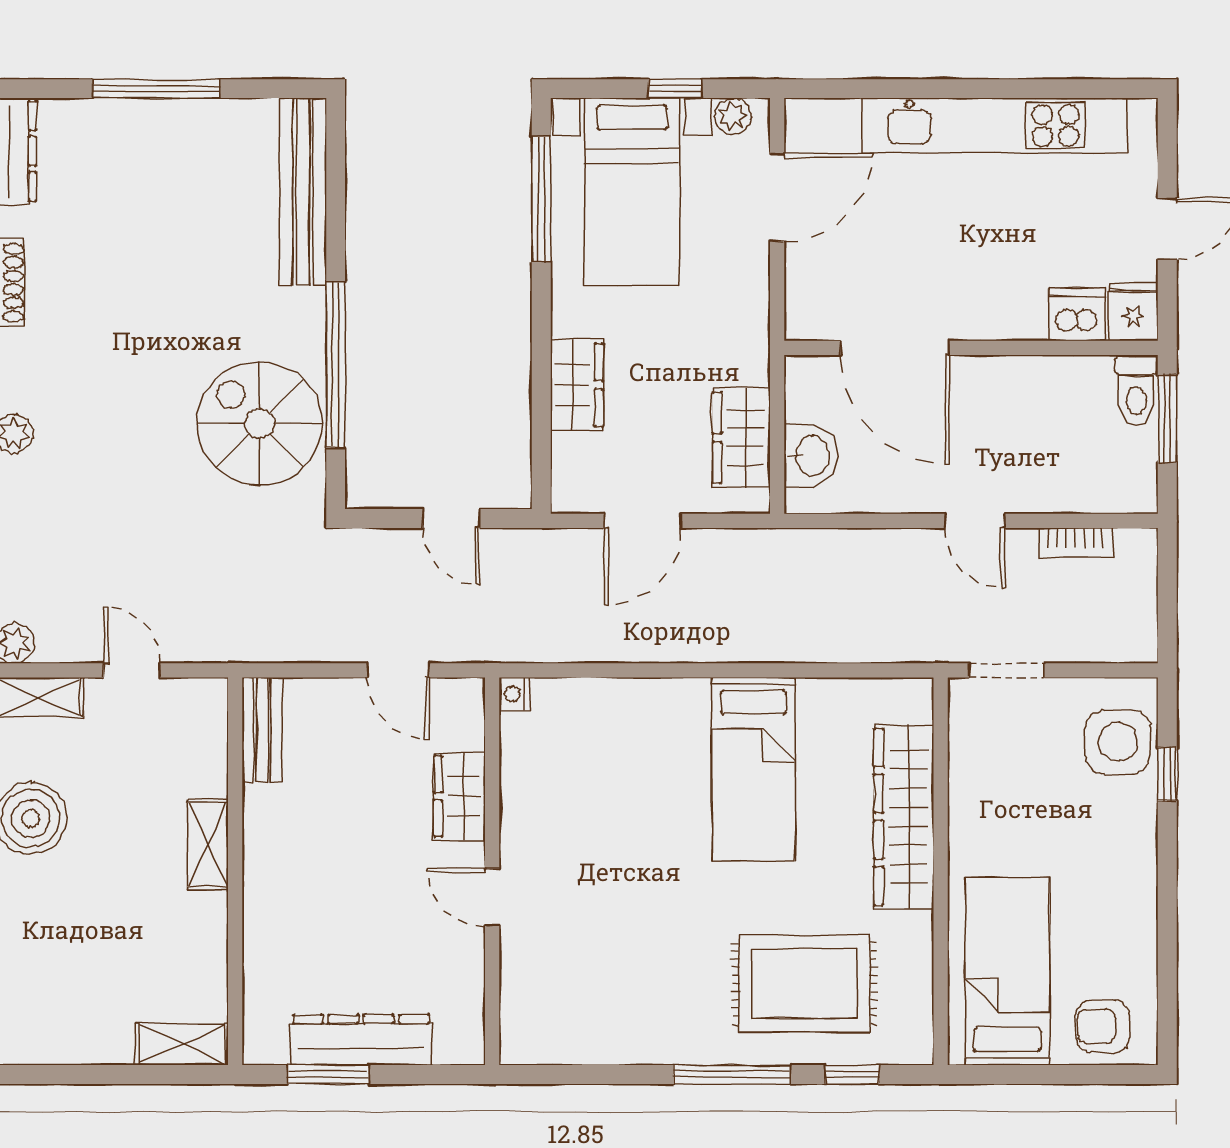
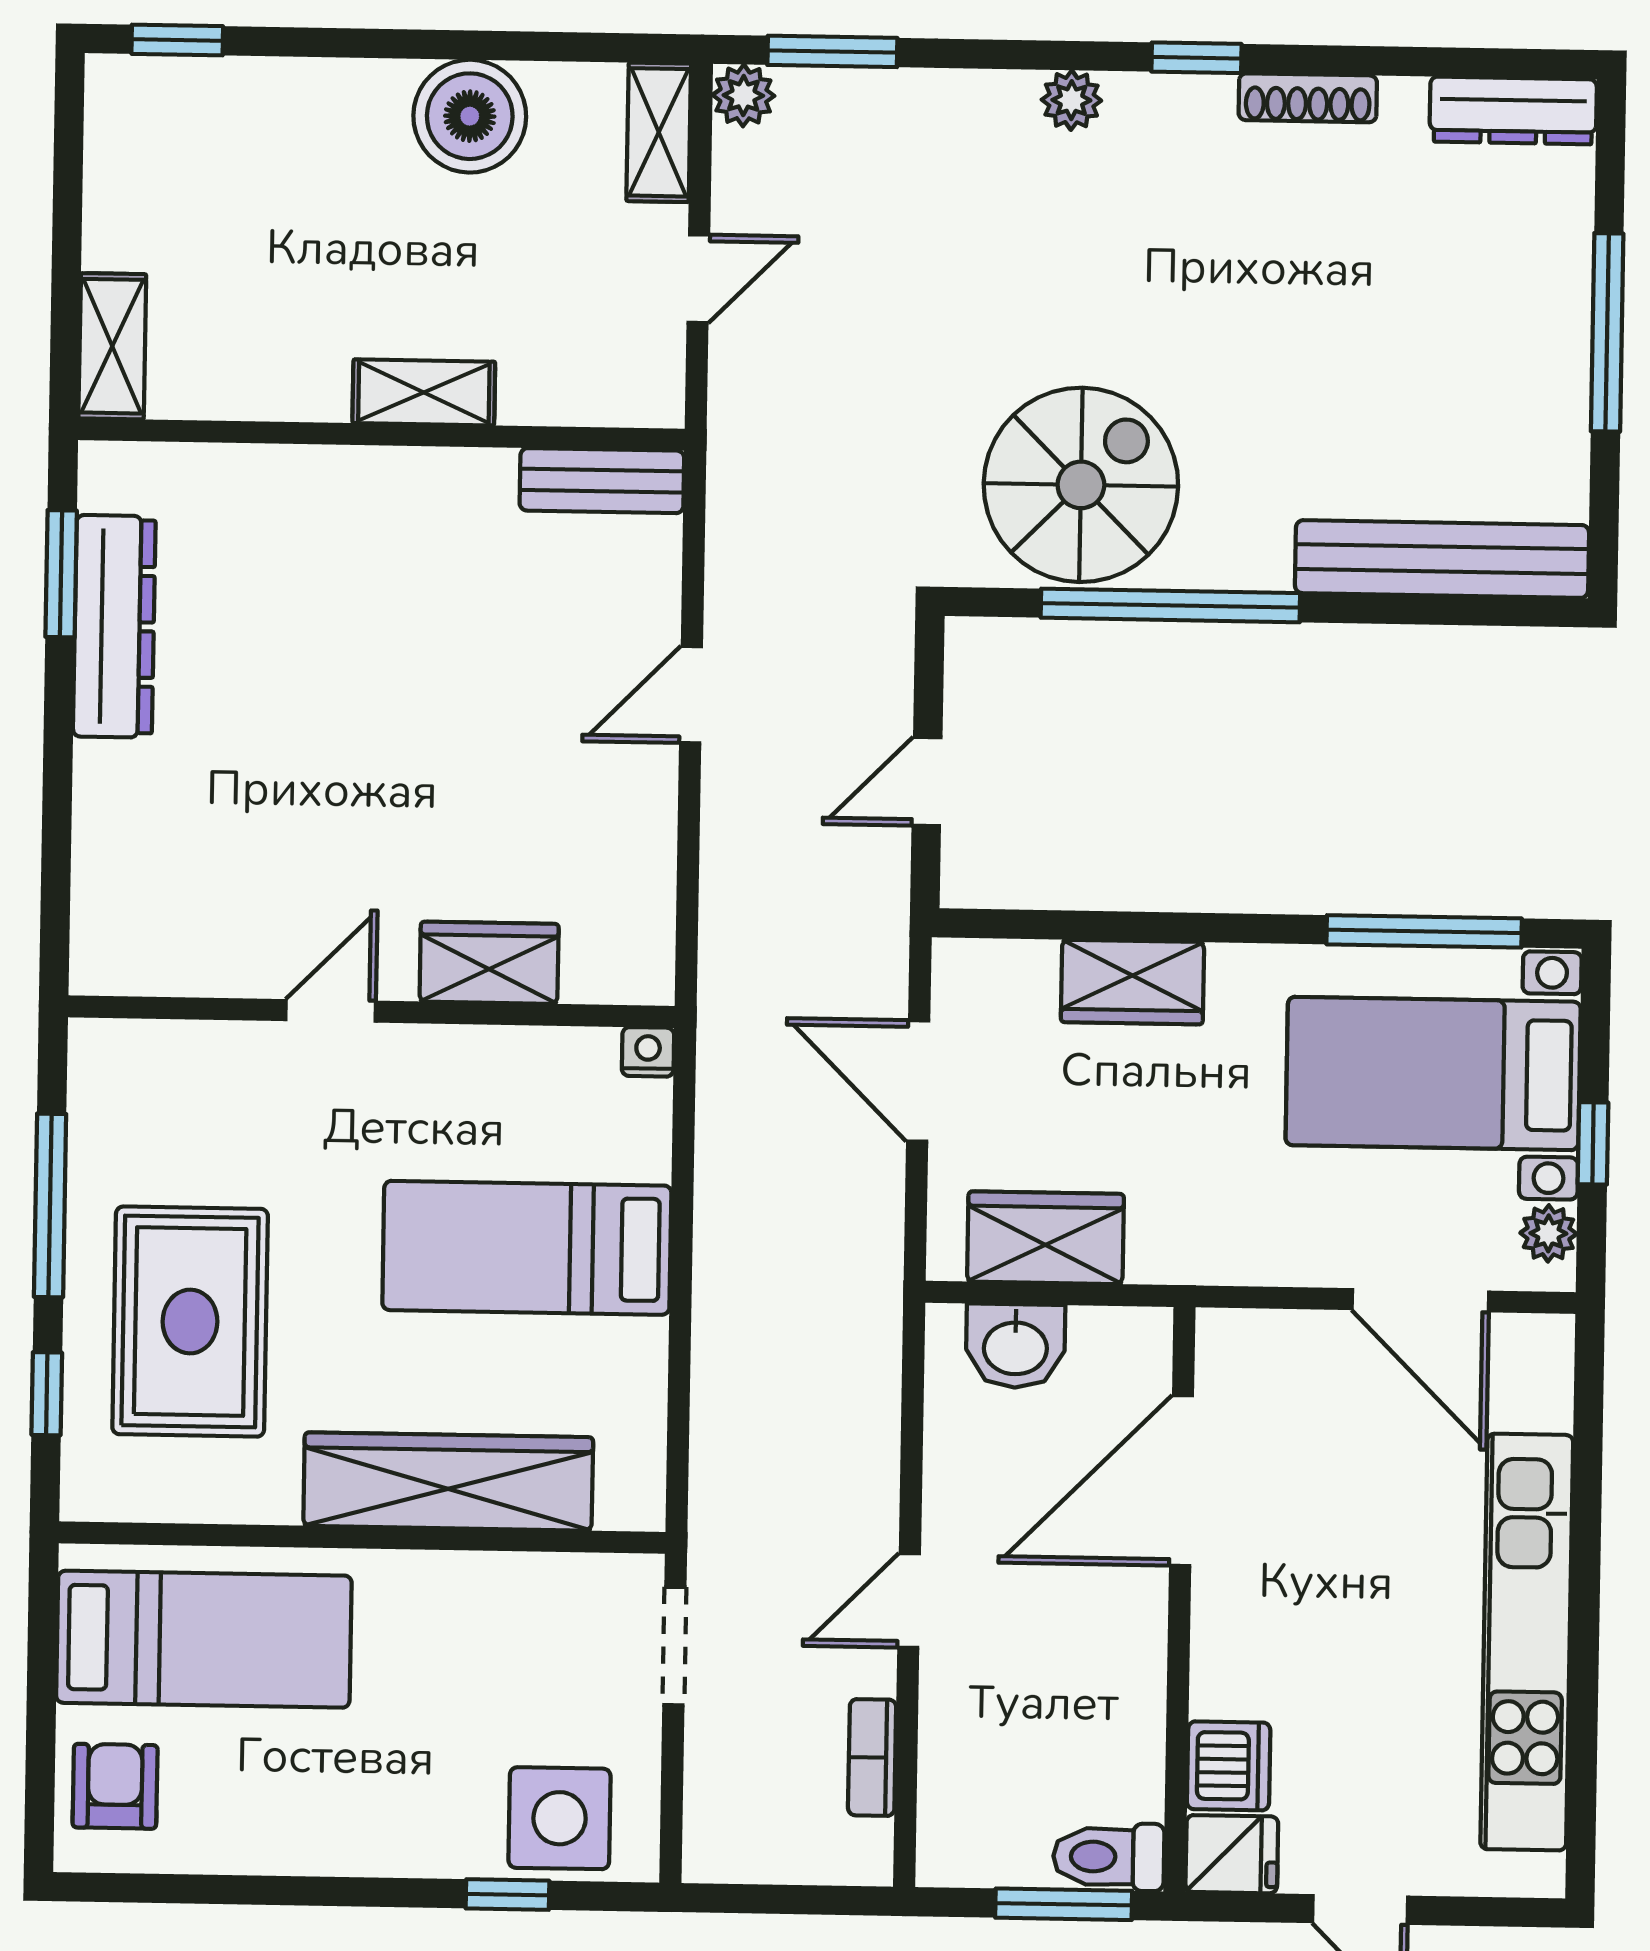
nightstand: (515, 694) -> (648, 1052), moved
wardrobe: (460, 796) -> (489, 963), moved
wall: (492, 871) -> (371, 1012), moved
door: (492, 897) -> (331, 1011), moved

